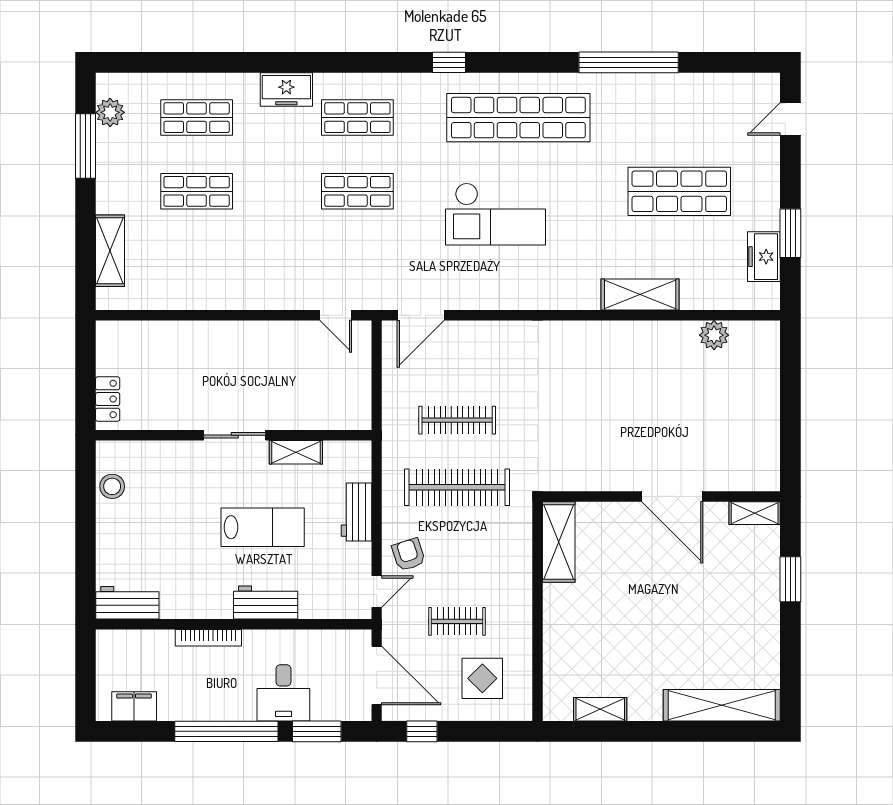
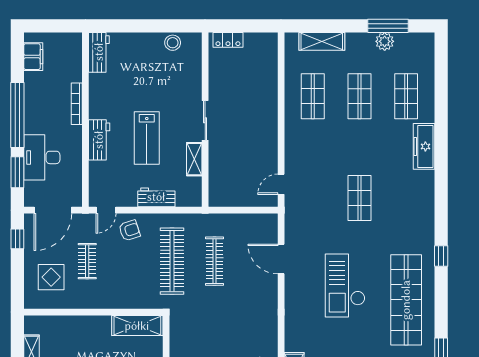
freezer: (286, 89) -> (424, 146), width x1.40
plant: (110, 112) -> (385, 41), moved
shop shelf: (357, 118) -> (313, 96), moved
door: (421, 315) -> (281, 259), moved
door: (377, 592) -> (106, 210), hinge flipped
desk: (283, 693) -> (42, 157), width x1.37

